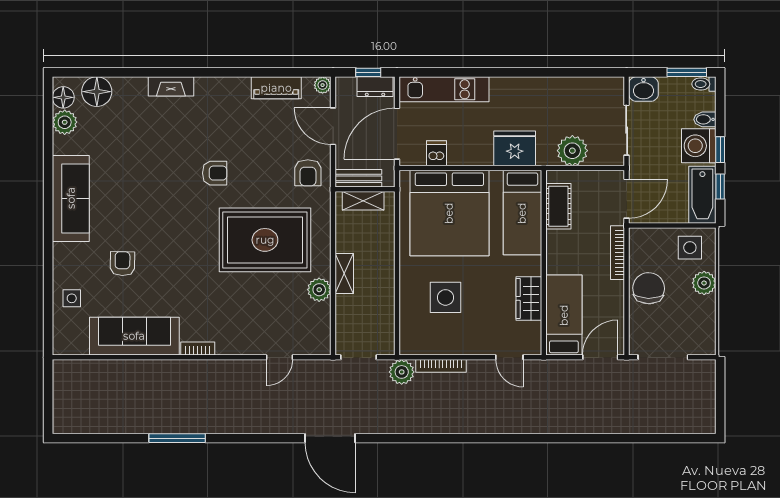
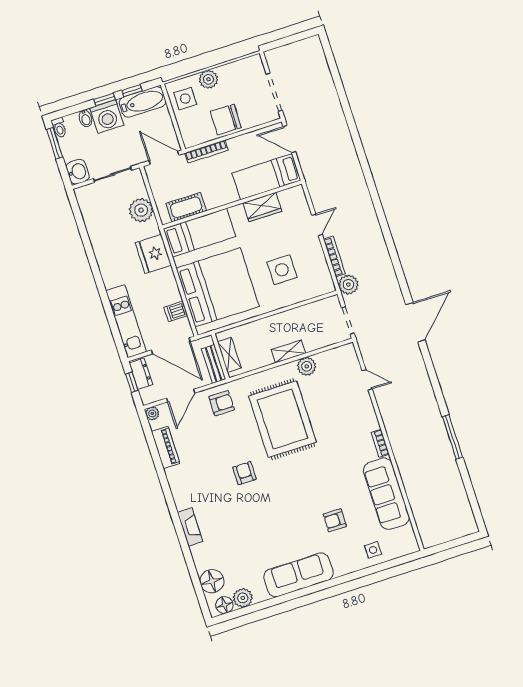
door: (509, 357) -> (317, 225), moved

